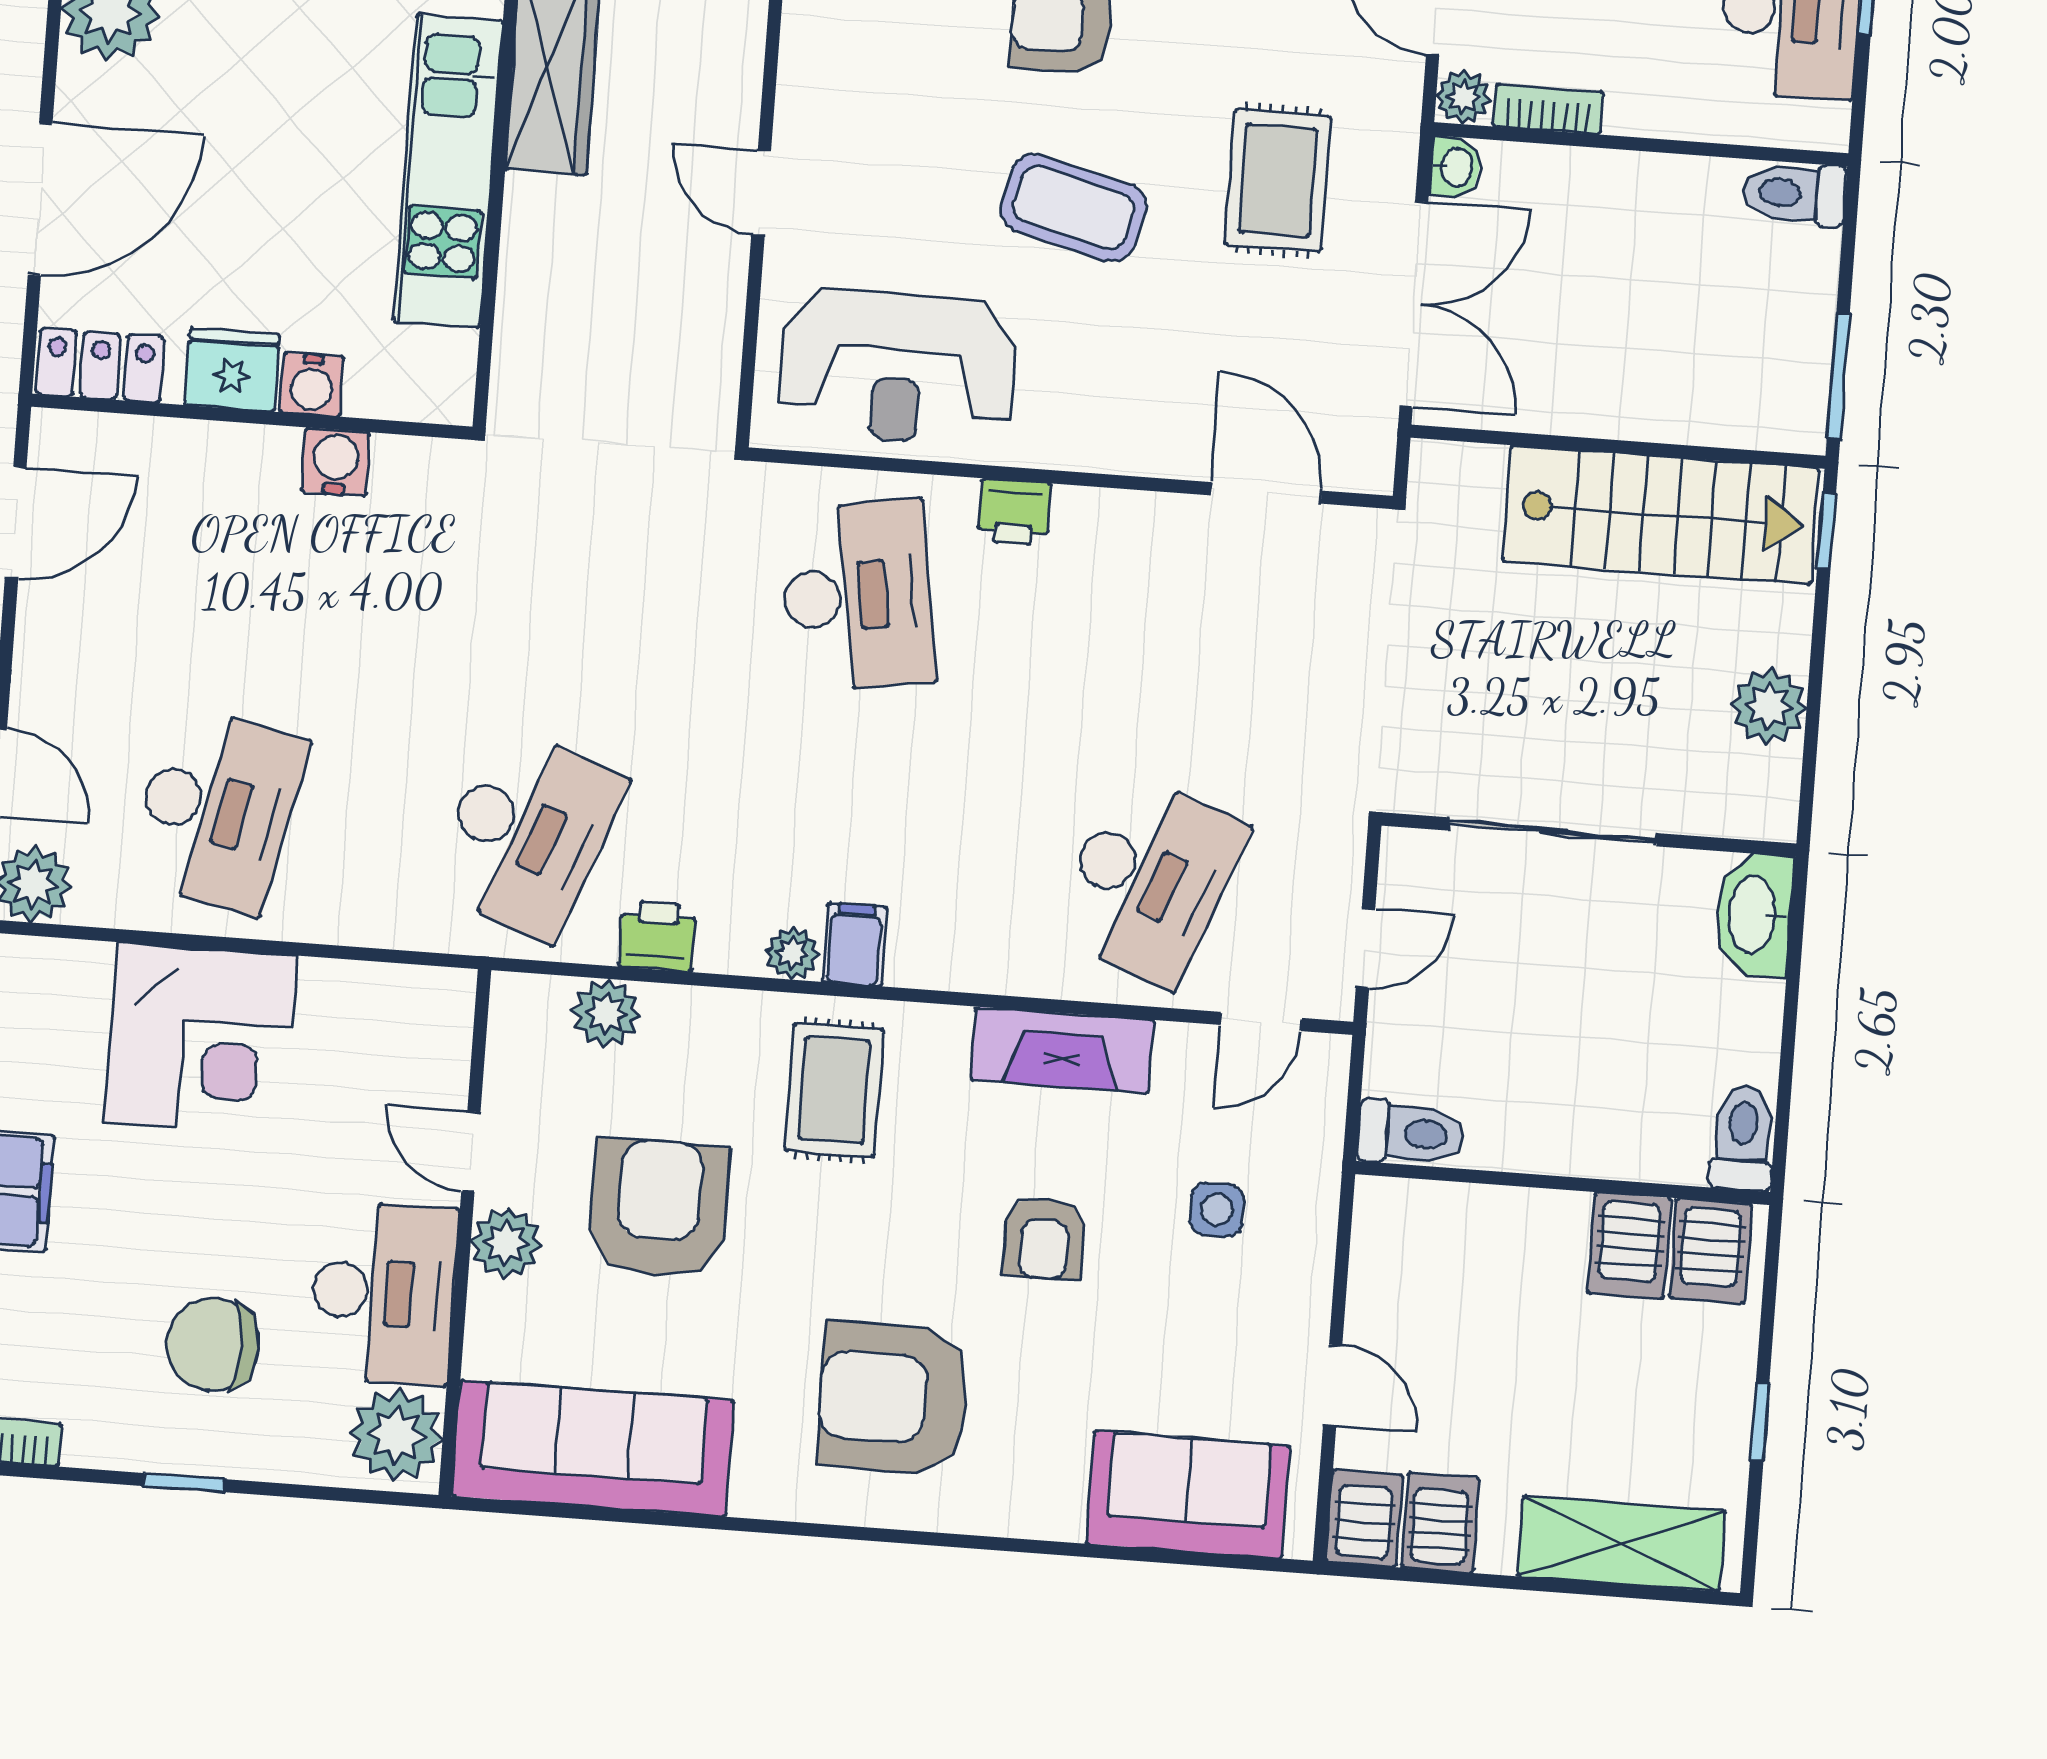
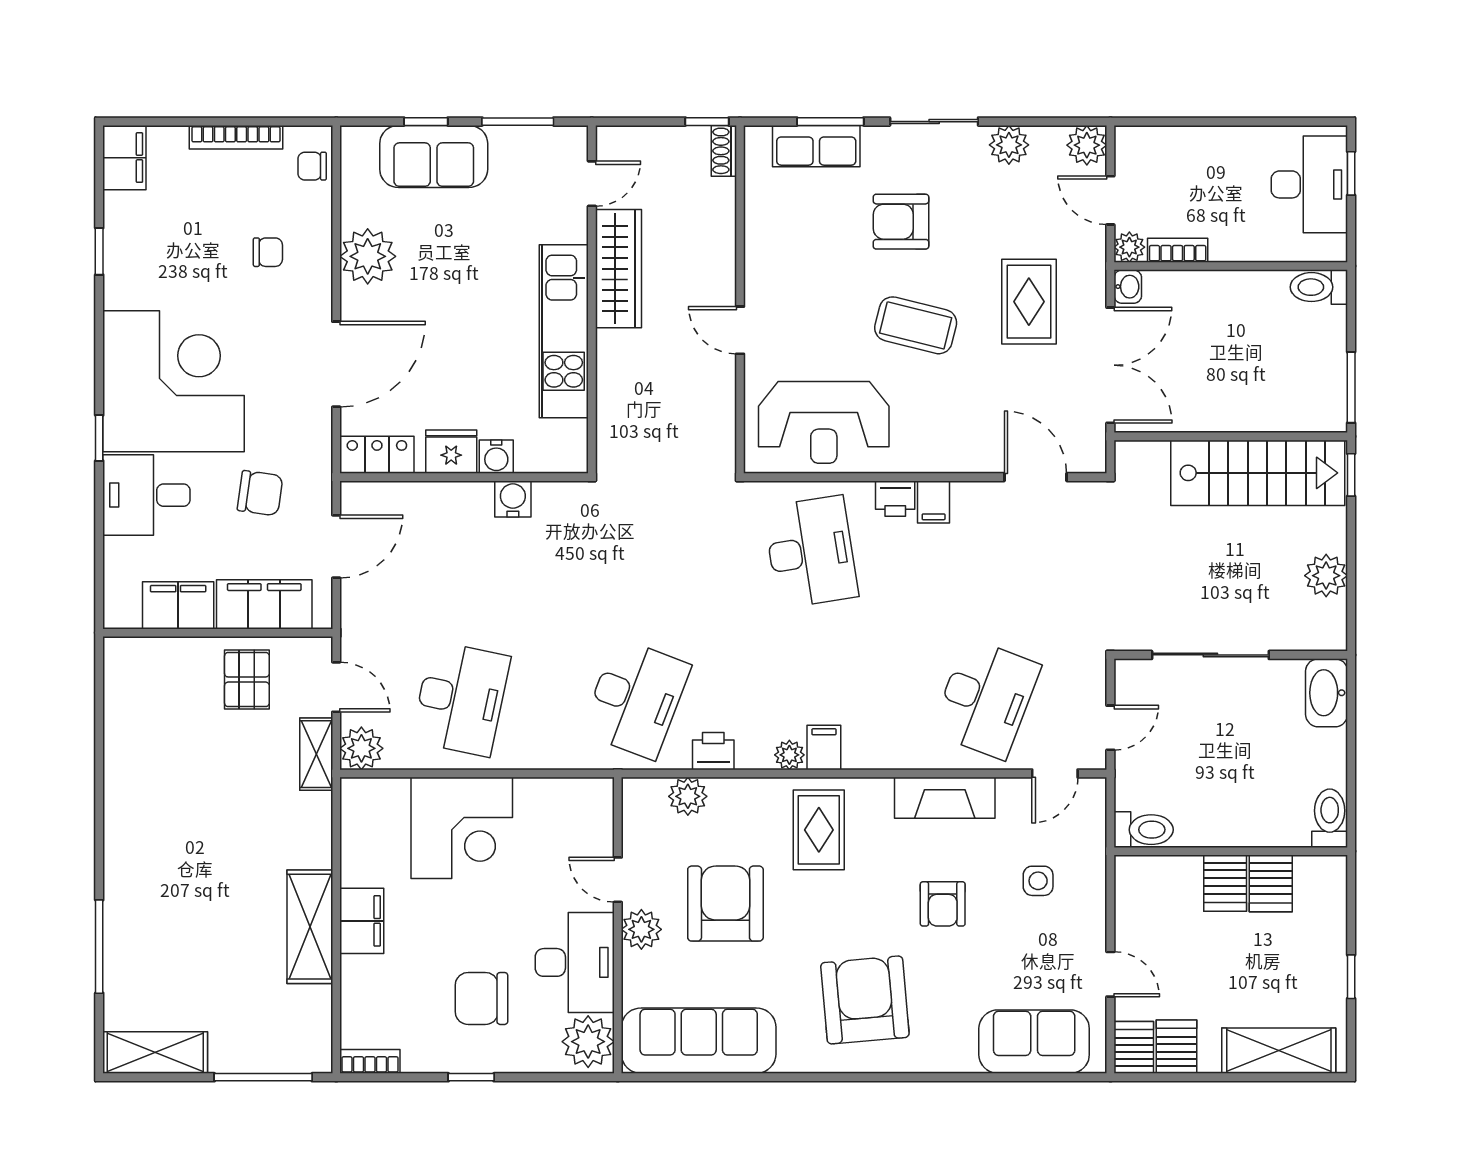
filing cabinet: (1082, 523) -> (934, 502), added
server rack: (1710, 1251) -> (1225, 883), moved
armchair: (894, 1398) -> (865, 1000), turned 85

